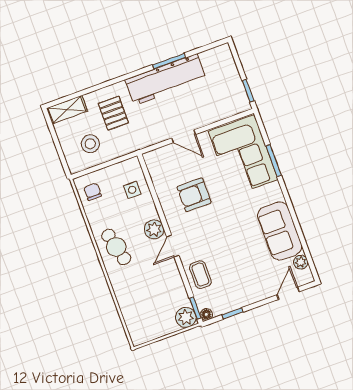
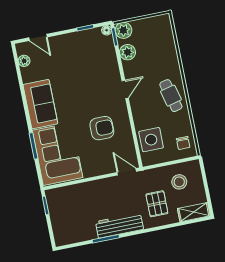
workbench: (166, 80) -> (119, 225), width x0.73, depth x0.76
door: (184, 136) -> (127, 172), moved
side table: (132, 190) -> (151, 140), width x1.87, depth x1.87
plant: (154, 229) -> (128, 52), moved
sofa: (280, 231) -> (40, 104), moved
coffee table: (200, 275) -> (106, 63), removed
door: (288, 293) -> (38, 37), hinge flipped

